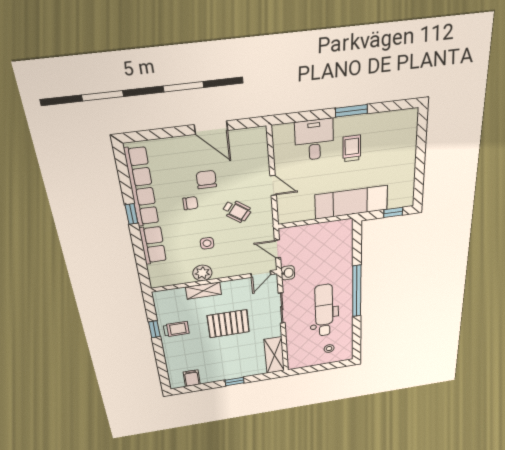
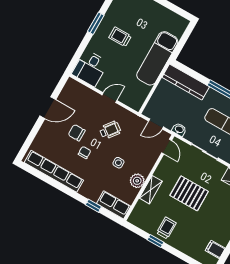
desk: (314, 140) -> (90, 68), moved, turned -90
window: (393, 212) -> (185, 37), removed
window: (131, 214) -> (93, 206), moved
row of seats: (153, 245) -> (114, 205), moved
kitchen counter: (343, 245) -> (186, 82), added
pallet: (228, 324) -> (189, 193), turned 90

